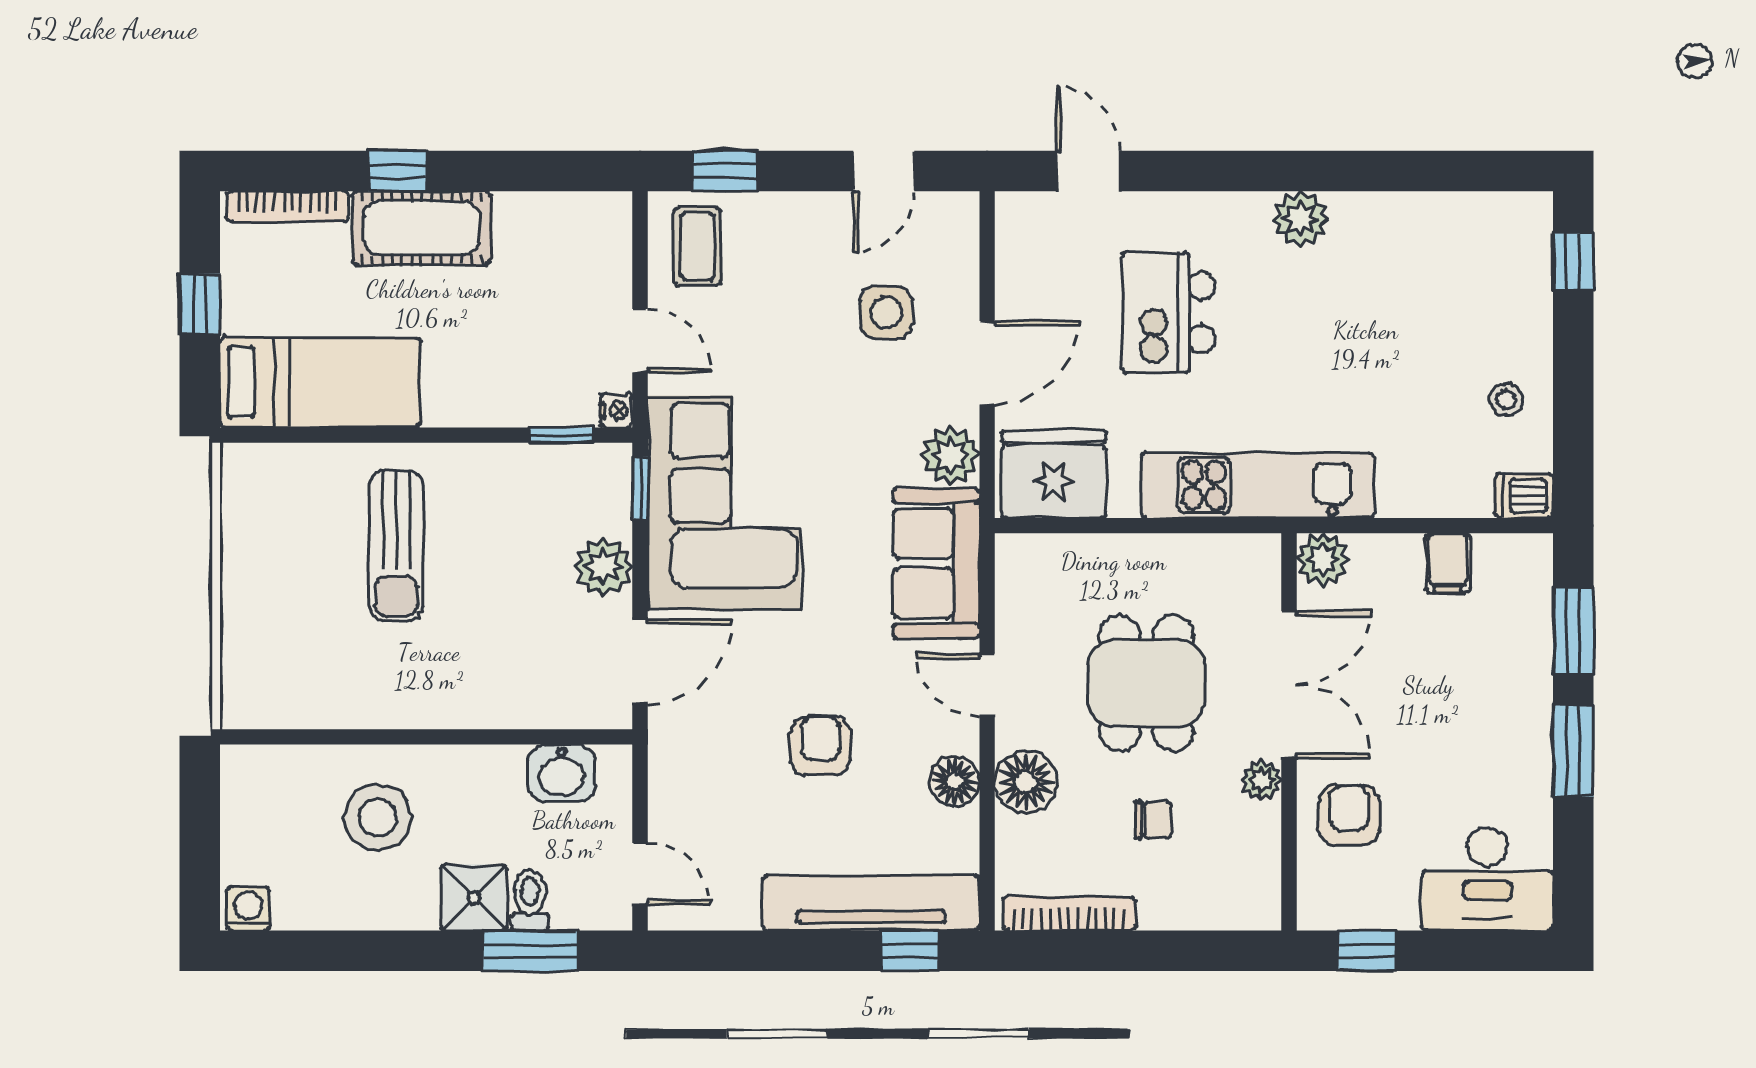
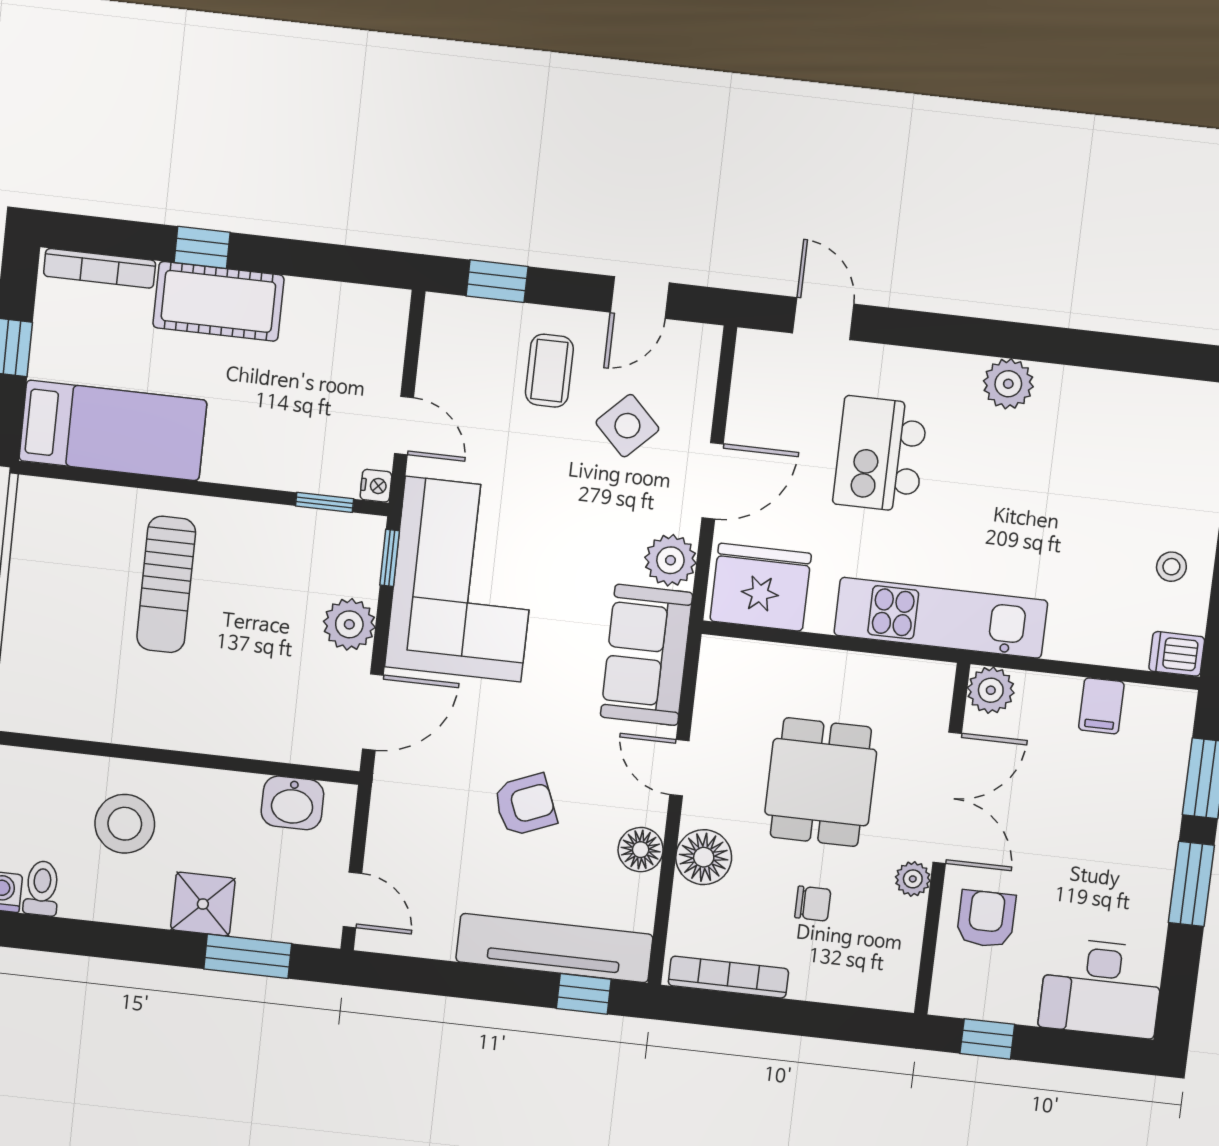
coffee table: (697, 247) -> (549, 371), moved
side table: (886, 313) -> (627, 426), turned 45
armchair: (820, 746) -> (525, 805), turned 68
toilet: (530, 900) -> (42, 888), moved

